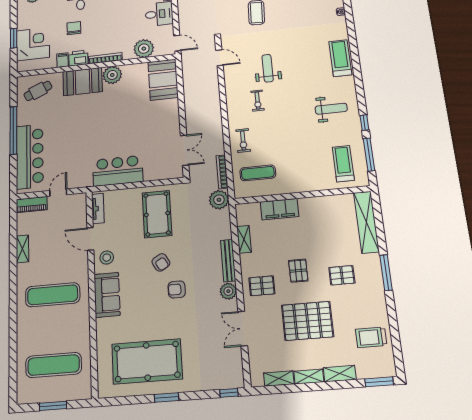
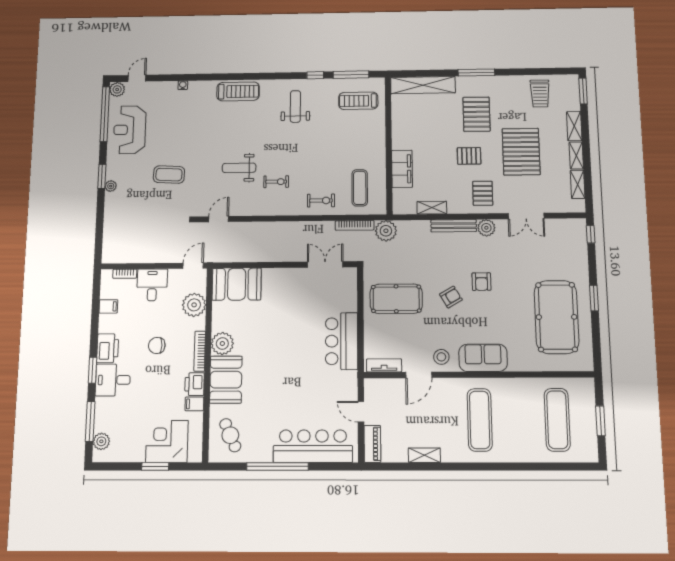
chair: (74, 28) -> (157, 345), moved
treadmill: (340, 58) -> (238, 91), turned 180
pallet: (342, 275) -> (476, 114), width x1.50, depth x1.42

